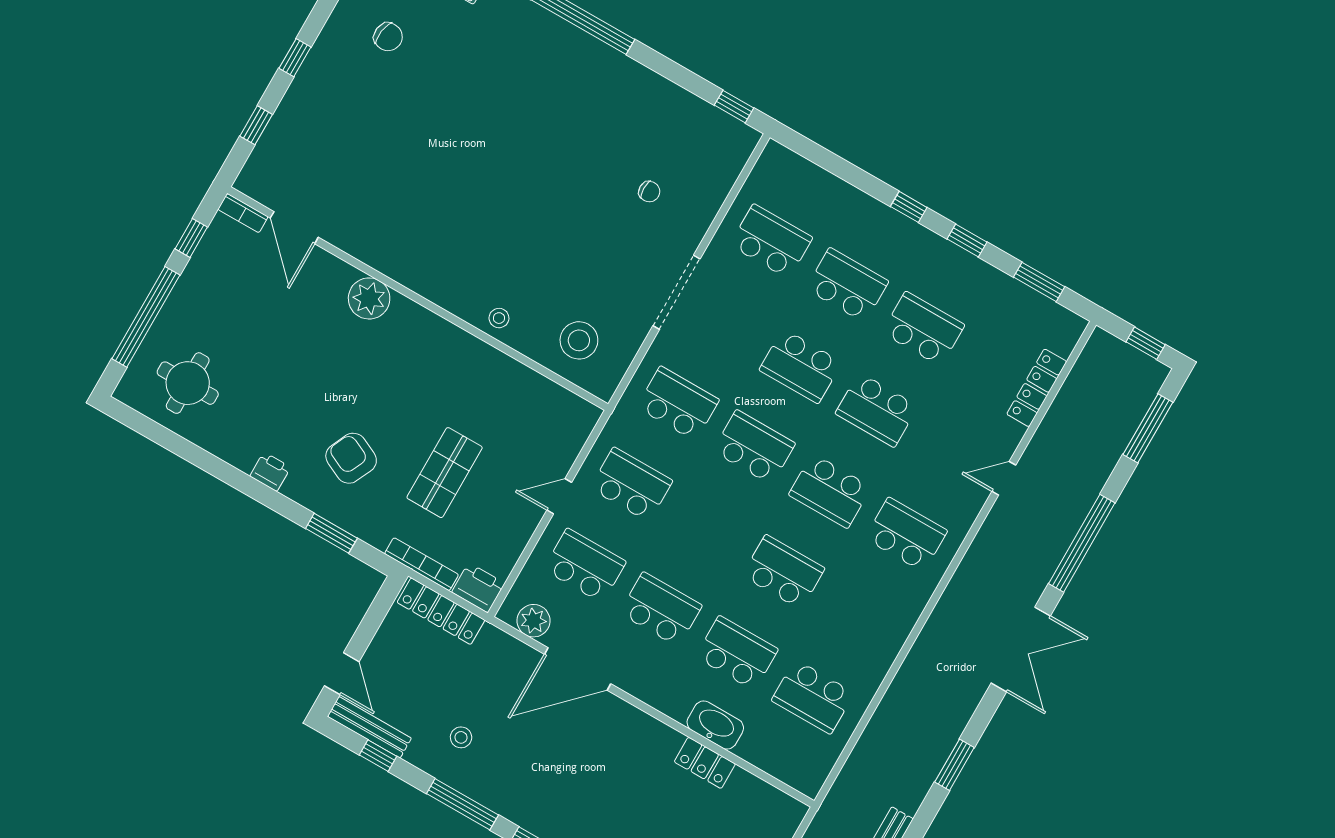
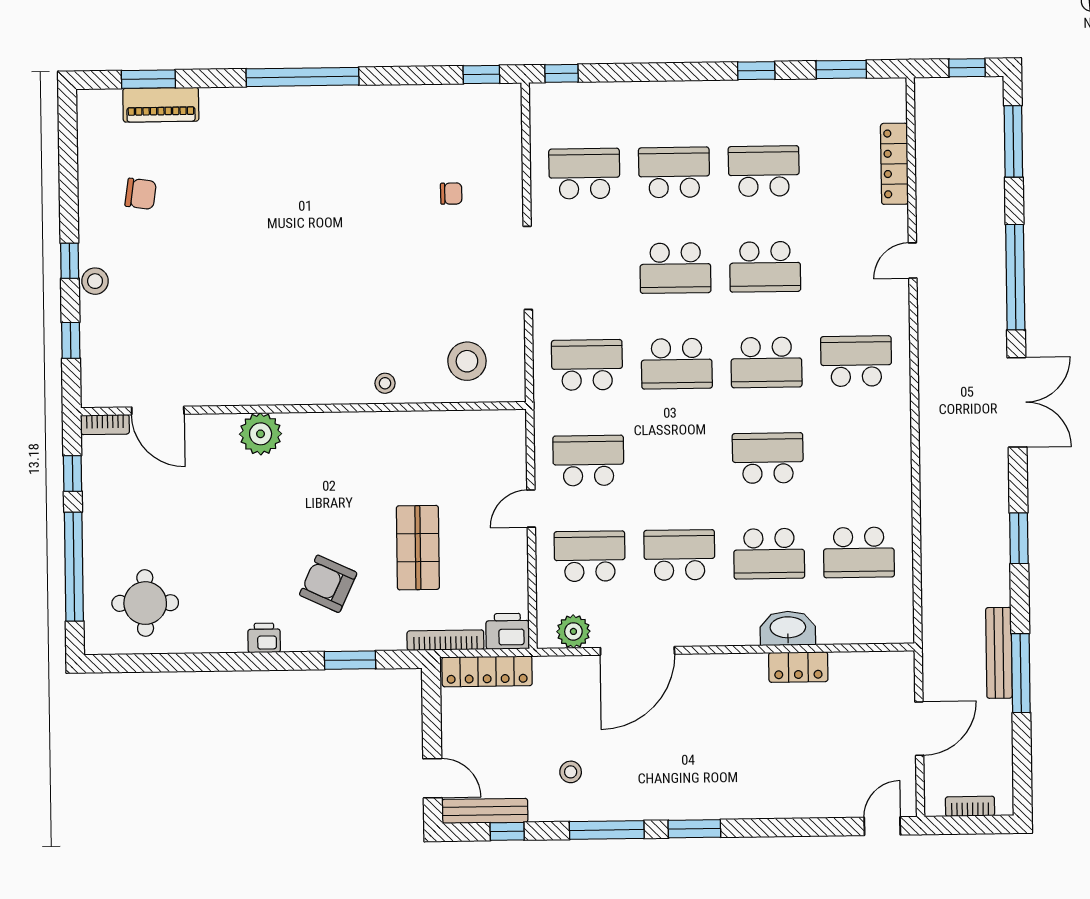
stool: (306, 87) -> (95, 281), added
window: (909, 207) -> (561, 73), moved
school desk: (754, 447) -> (677, 364), turned 180
school desk: (737, 653) -> (769, 554), turned 180

